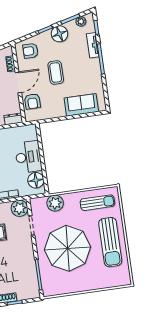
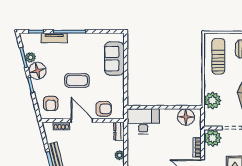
plant: (81, 21) -> (30, 57), moved
desk: (28, 157) -> (143, 121), moved

